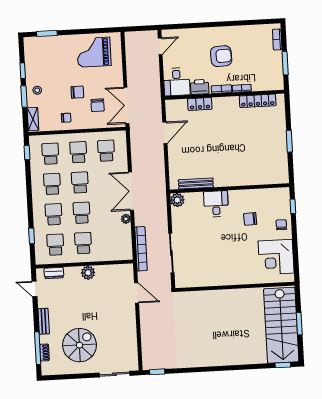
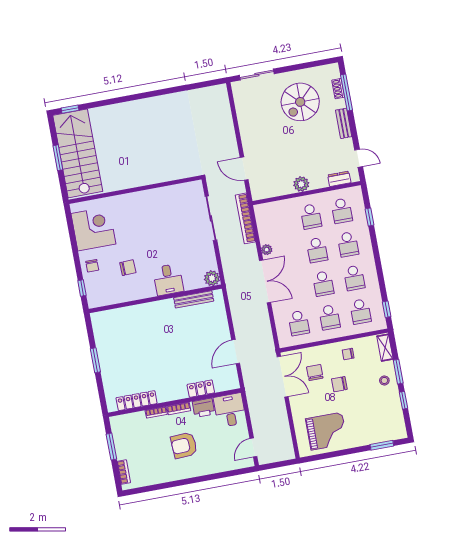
window: (157, 372) -> (210, 83), removed

